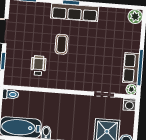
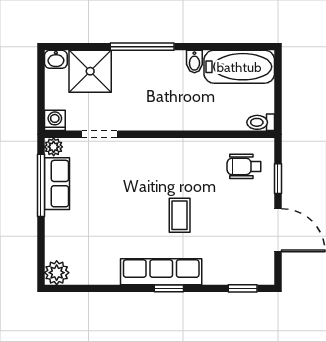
wheelchair: (38, 66) -> (244, 166), moved, turned 90

